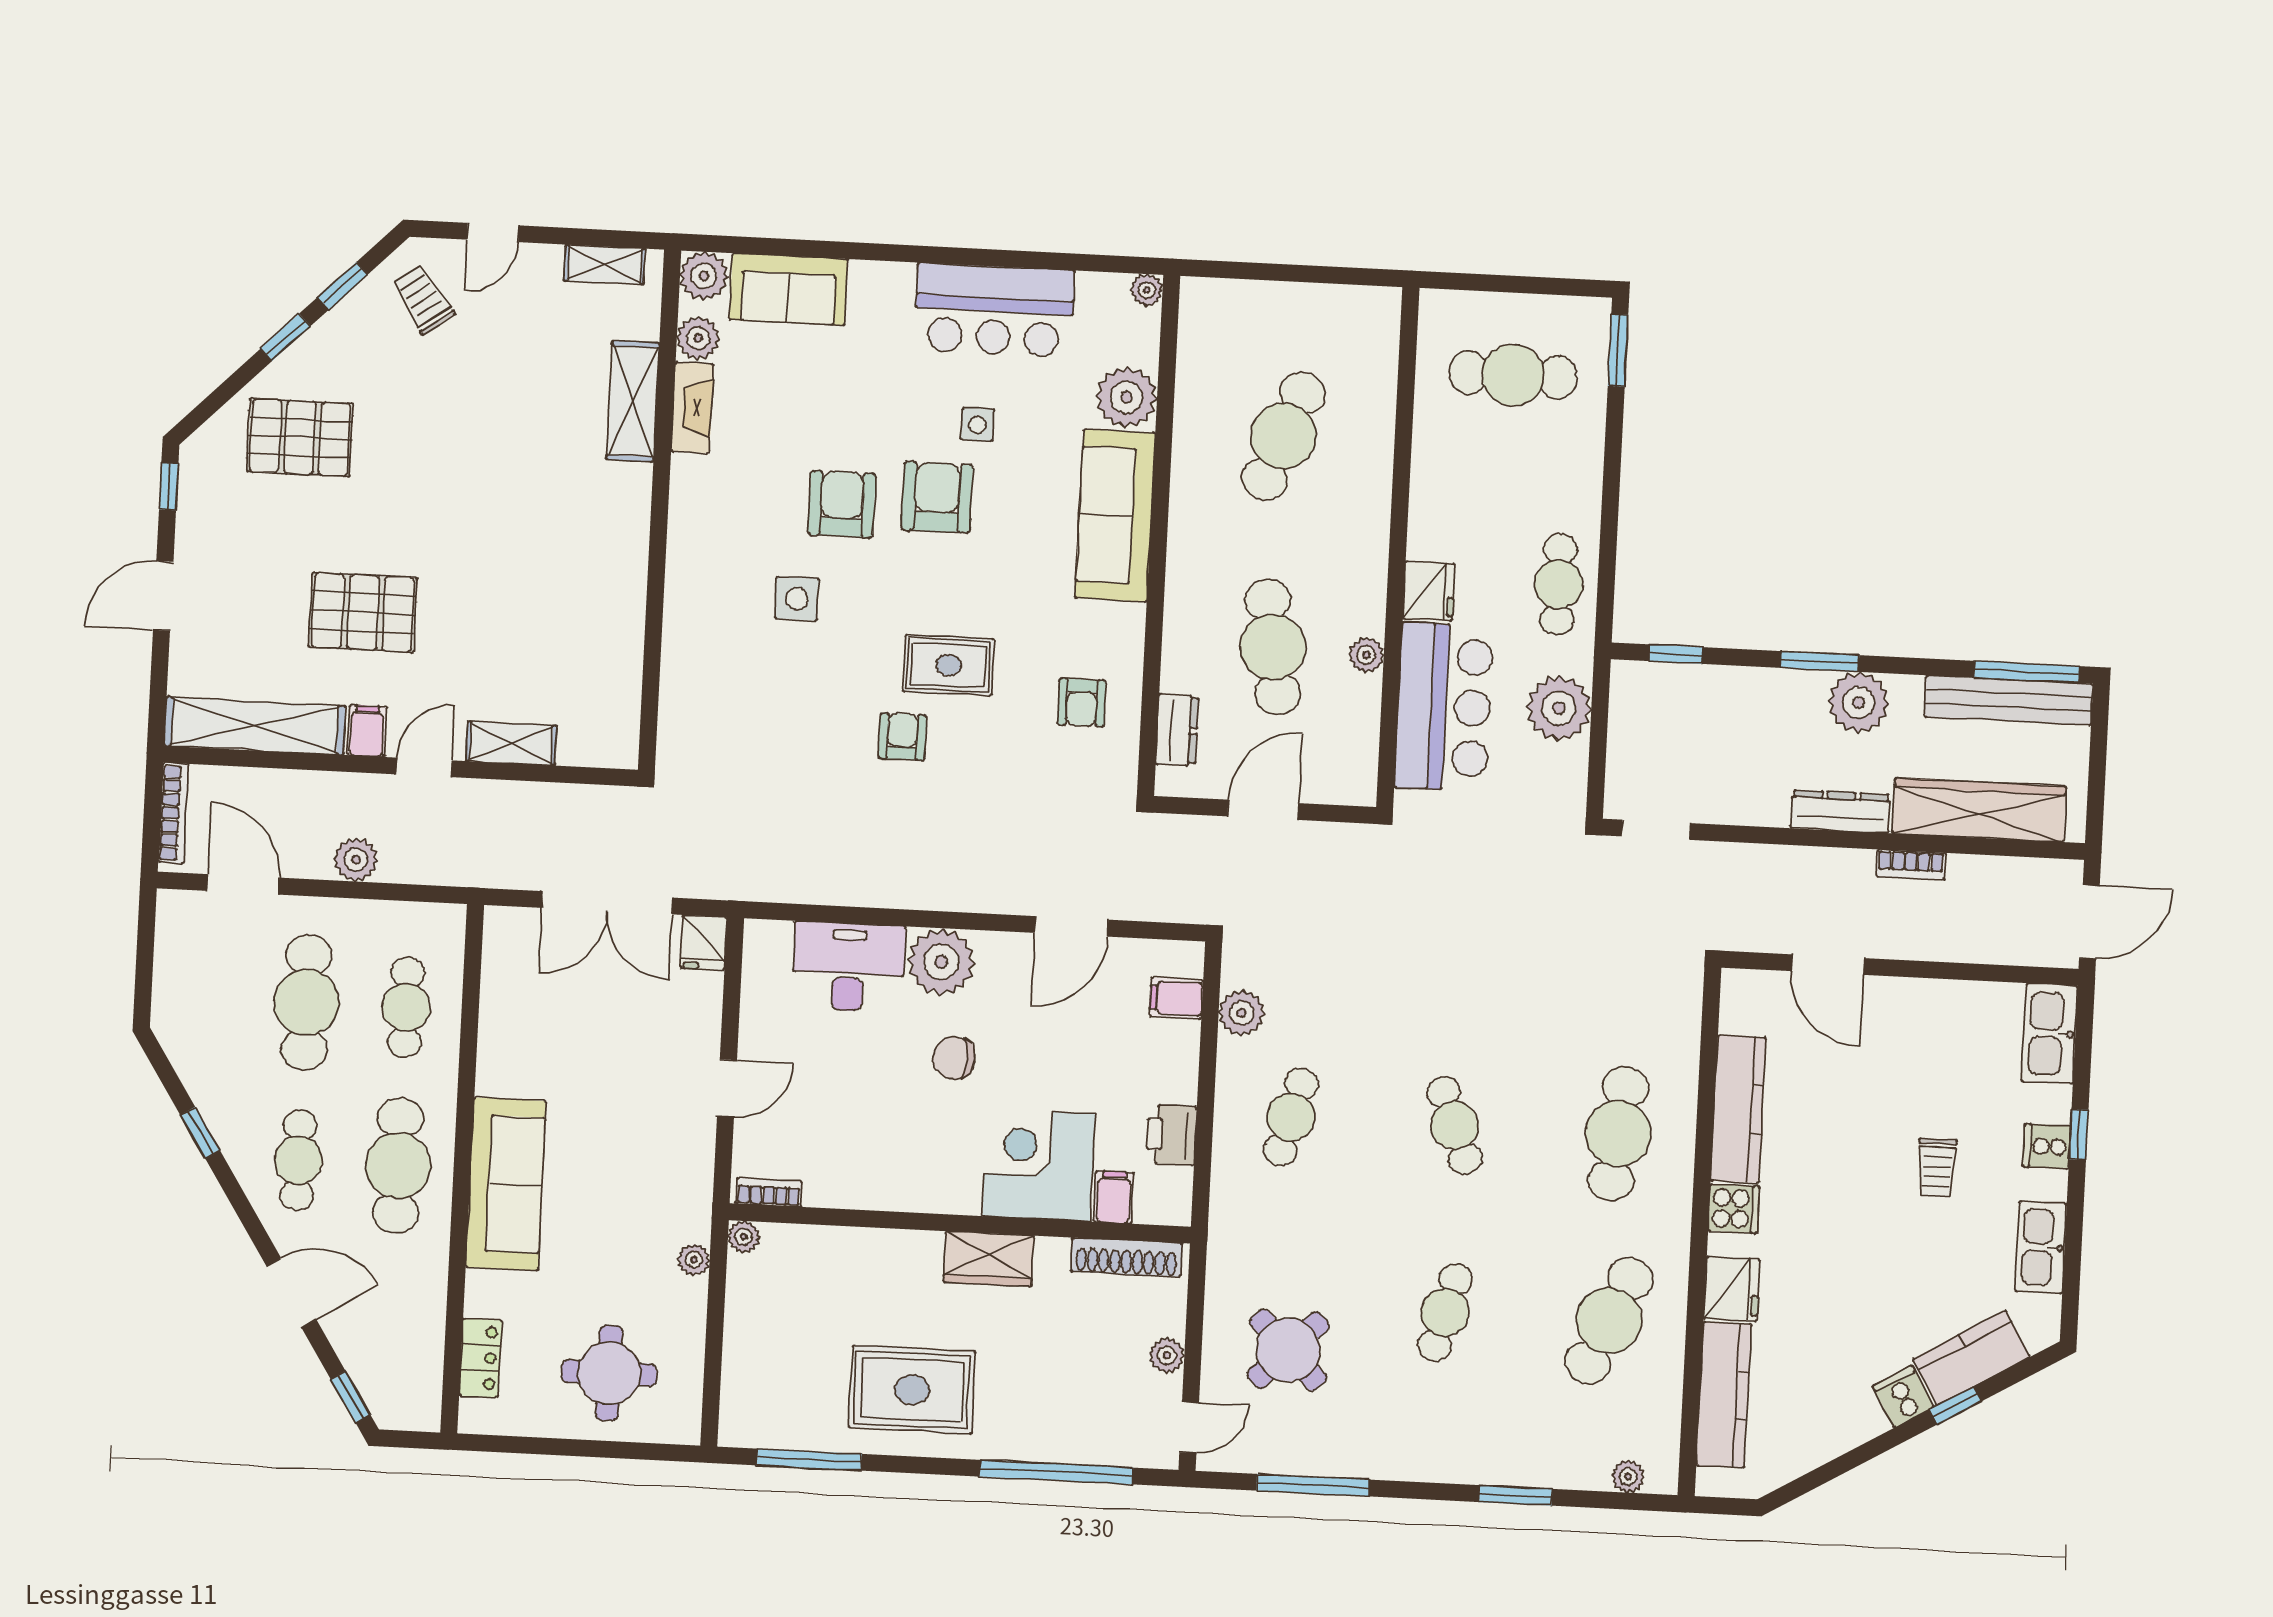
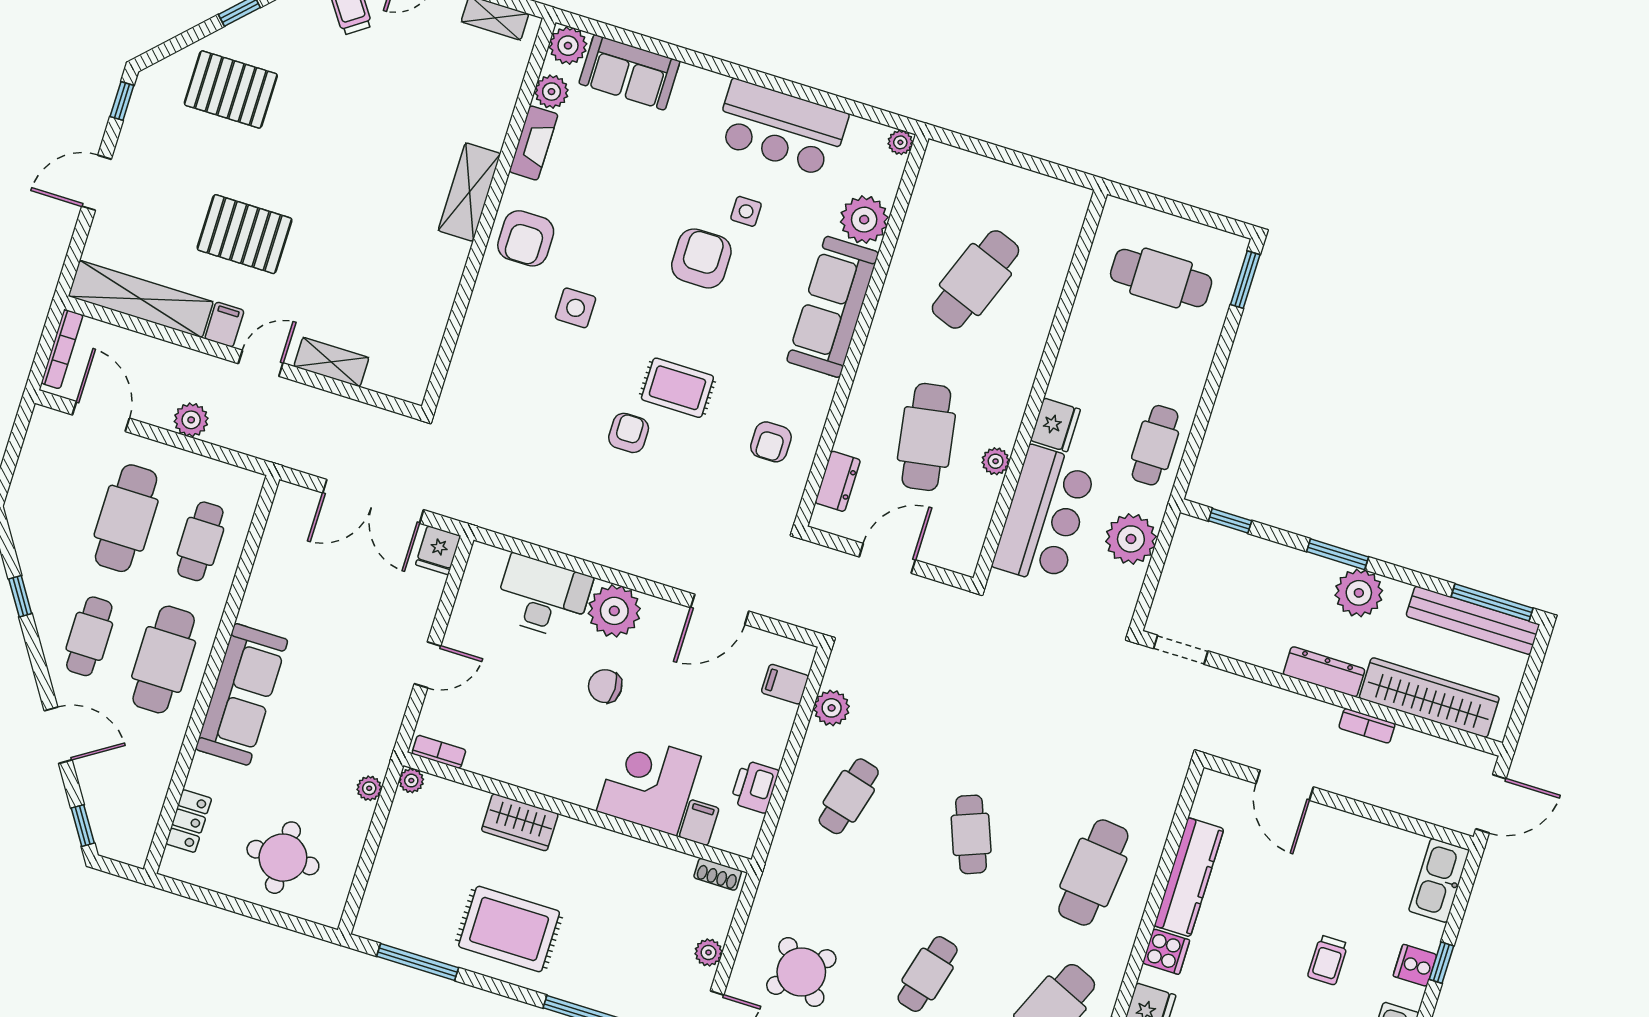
shelving: (633, 401) -> (469, 192), moved
armchair: (842, 504) -> (526, 238), moved, turned 180
shoe rack: (1126, 1257) -> (718, 874), width x0.51, depth x0.81
wardrobe: (989, 1259) -> (520, 822), moved

